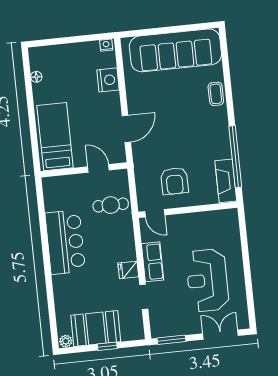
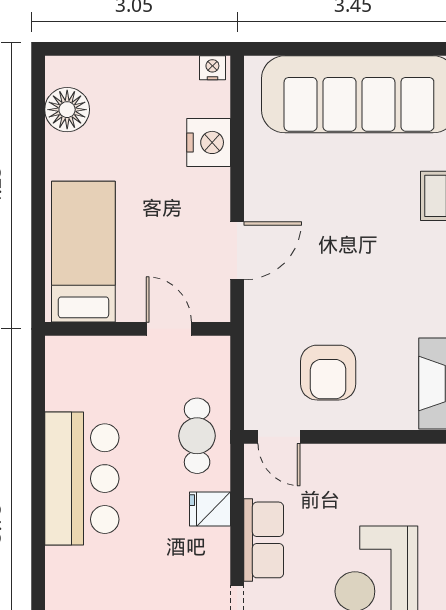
floor lamp: (36, 77) -> (67, 110), width x1.89, depth x1.89
cafe table: (111, 205) -> (197, 436), moved, turned 90
fridge: (128, 270) -> (210, 509), moved

